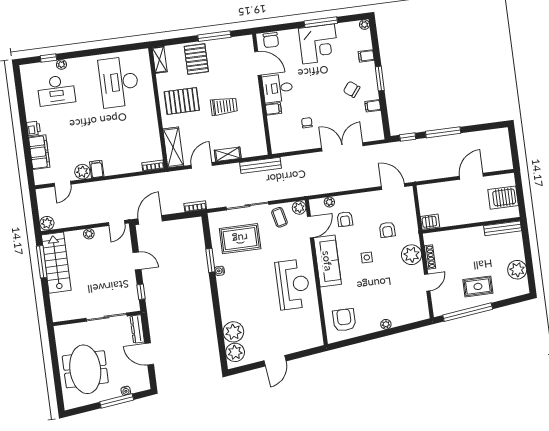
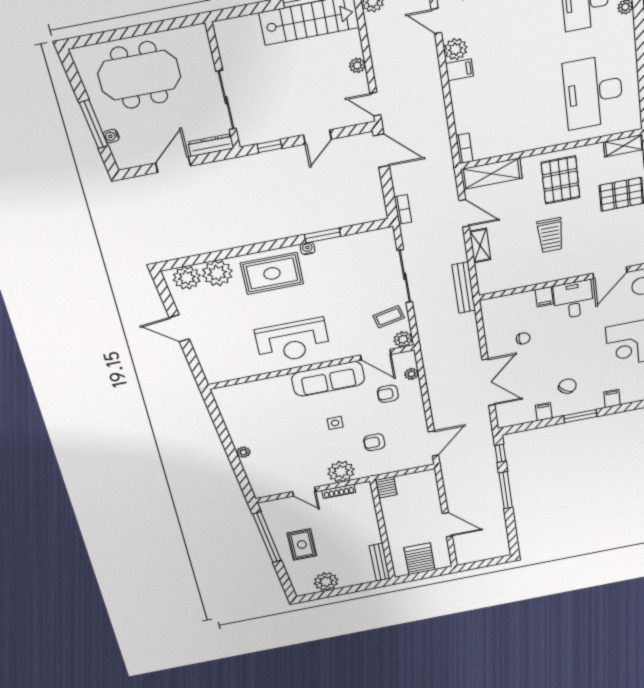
desk: (119, 82) -> (593, 92), turned -90
rug: (240, 239) -> (272, 273), moved, turned 90
armchair: (344, 320) -> (246, 405), removed

